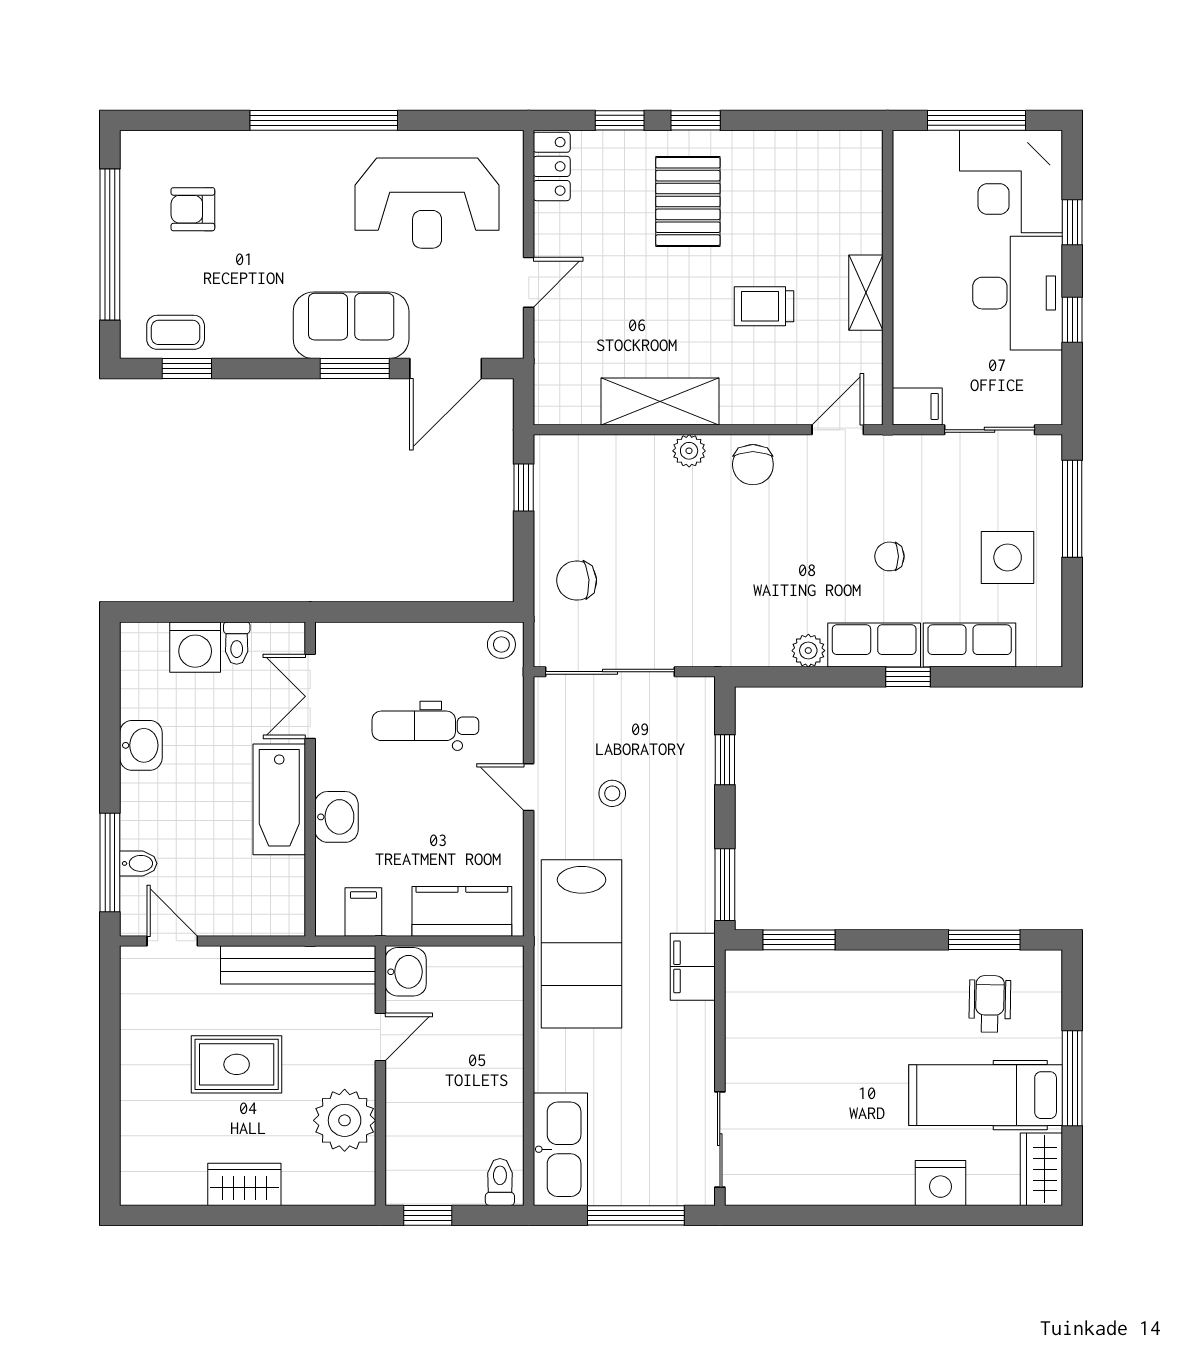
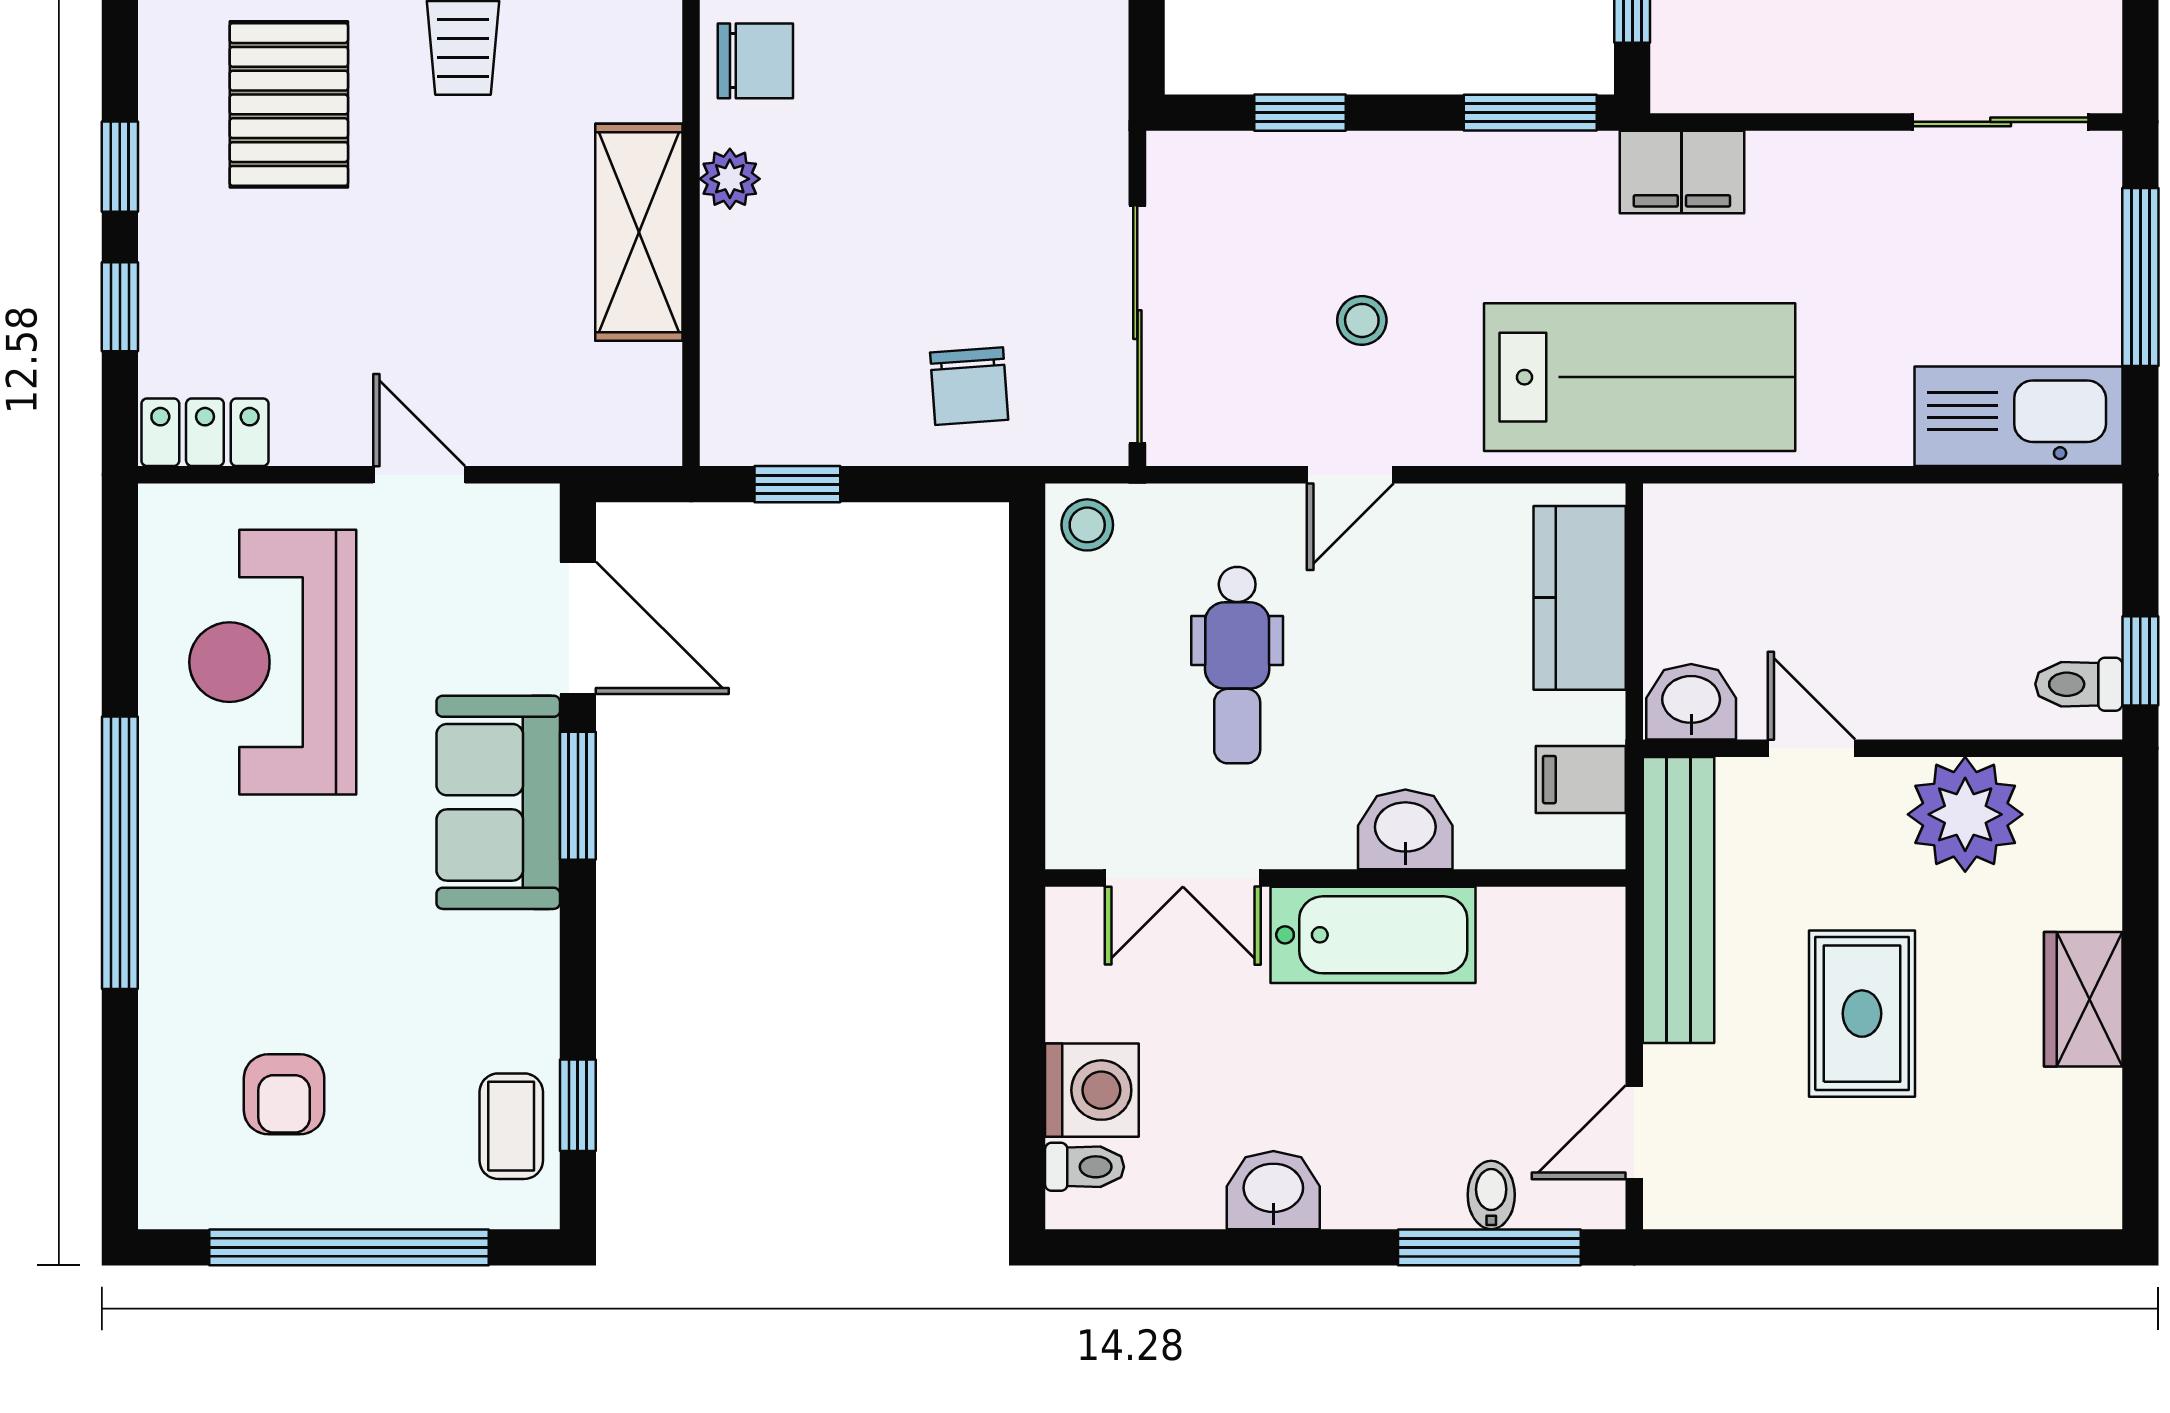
pallet: (688, 201) -> (289, 104), moved, turned 90
reception desk: (427, 203) -> (273, 662), turned 180
toilet: (237, 643) -> (1085, 1167), moved
toilet: (500, 1182) -> (2079, 684), moved

